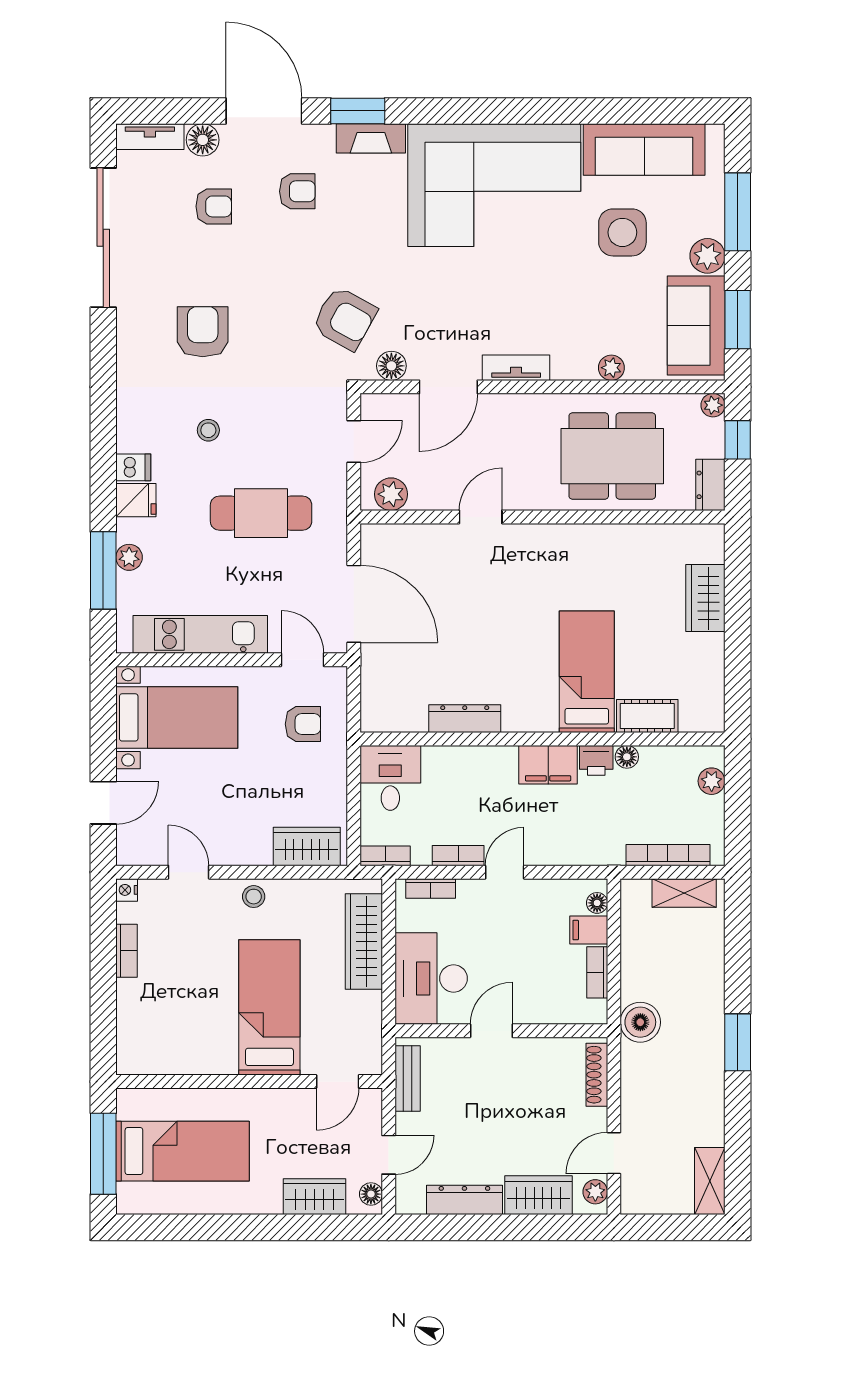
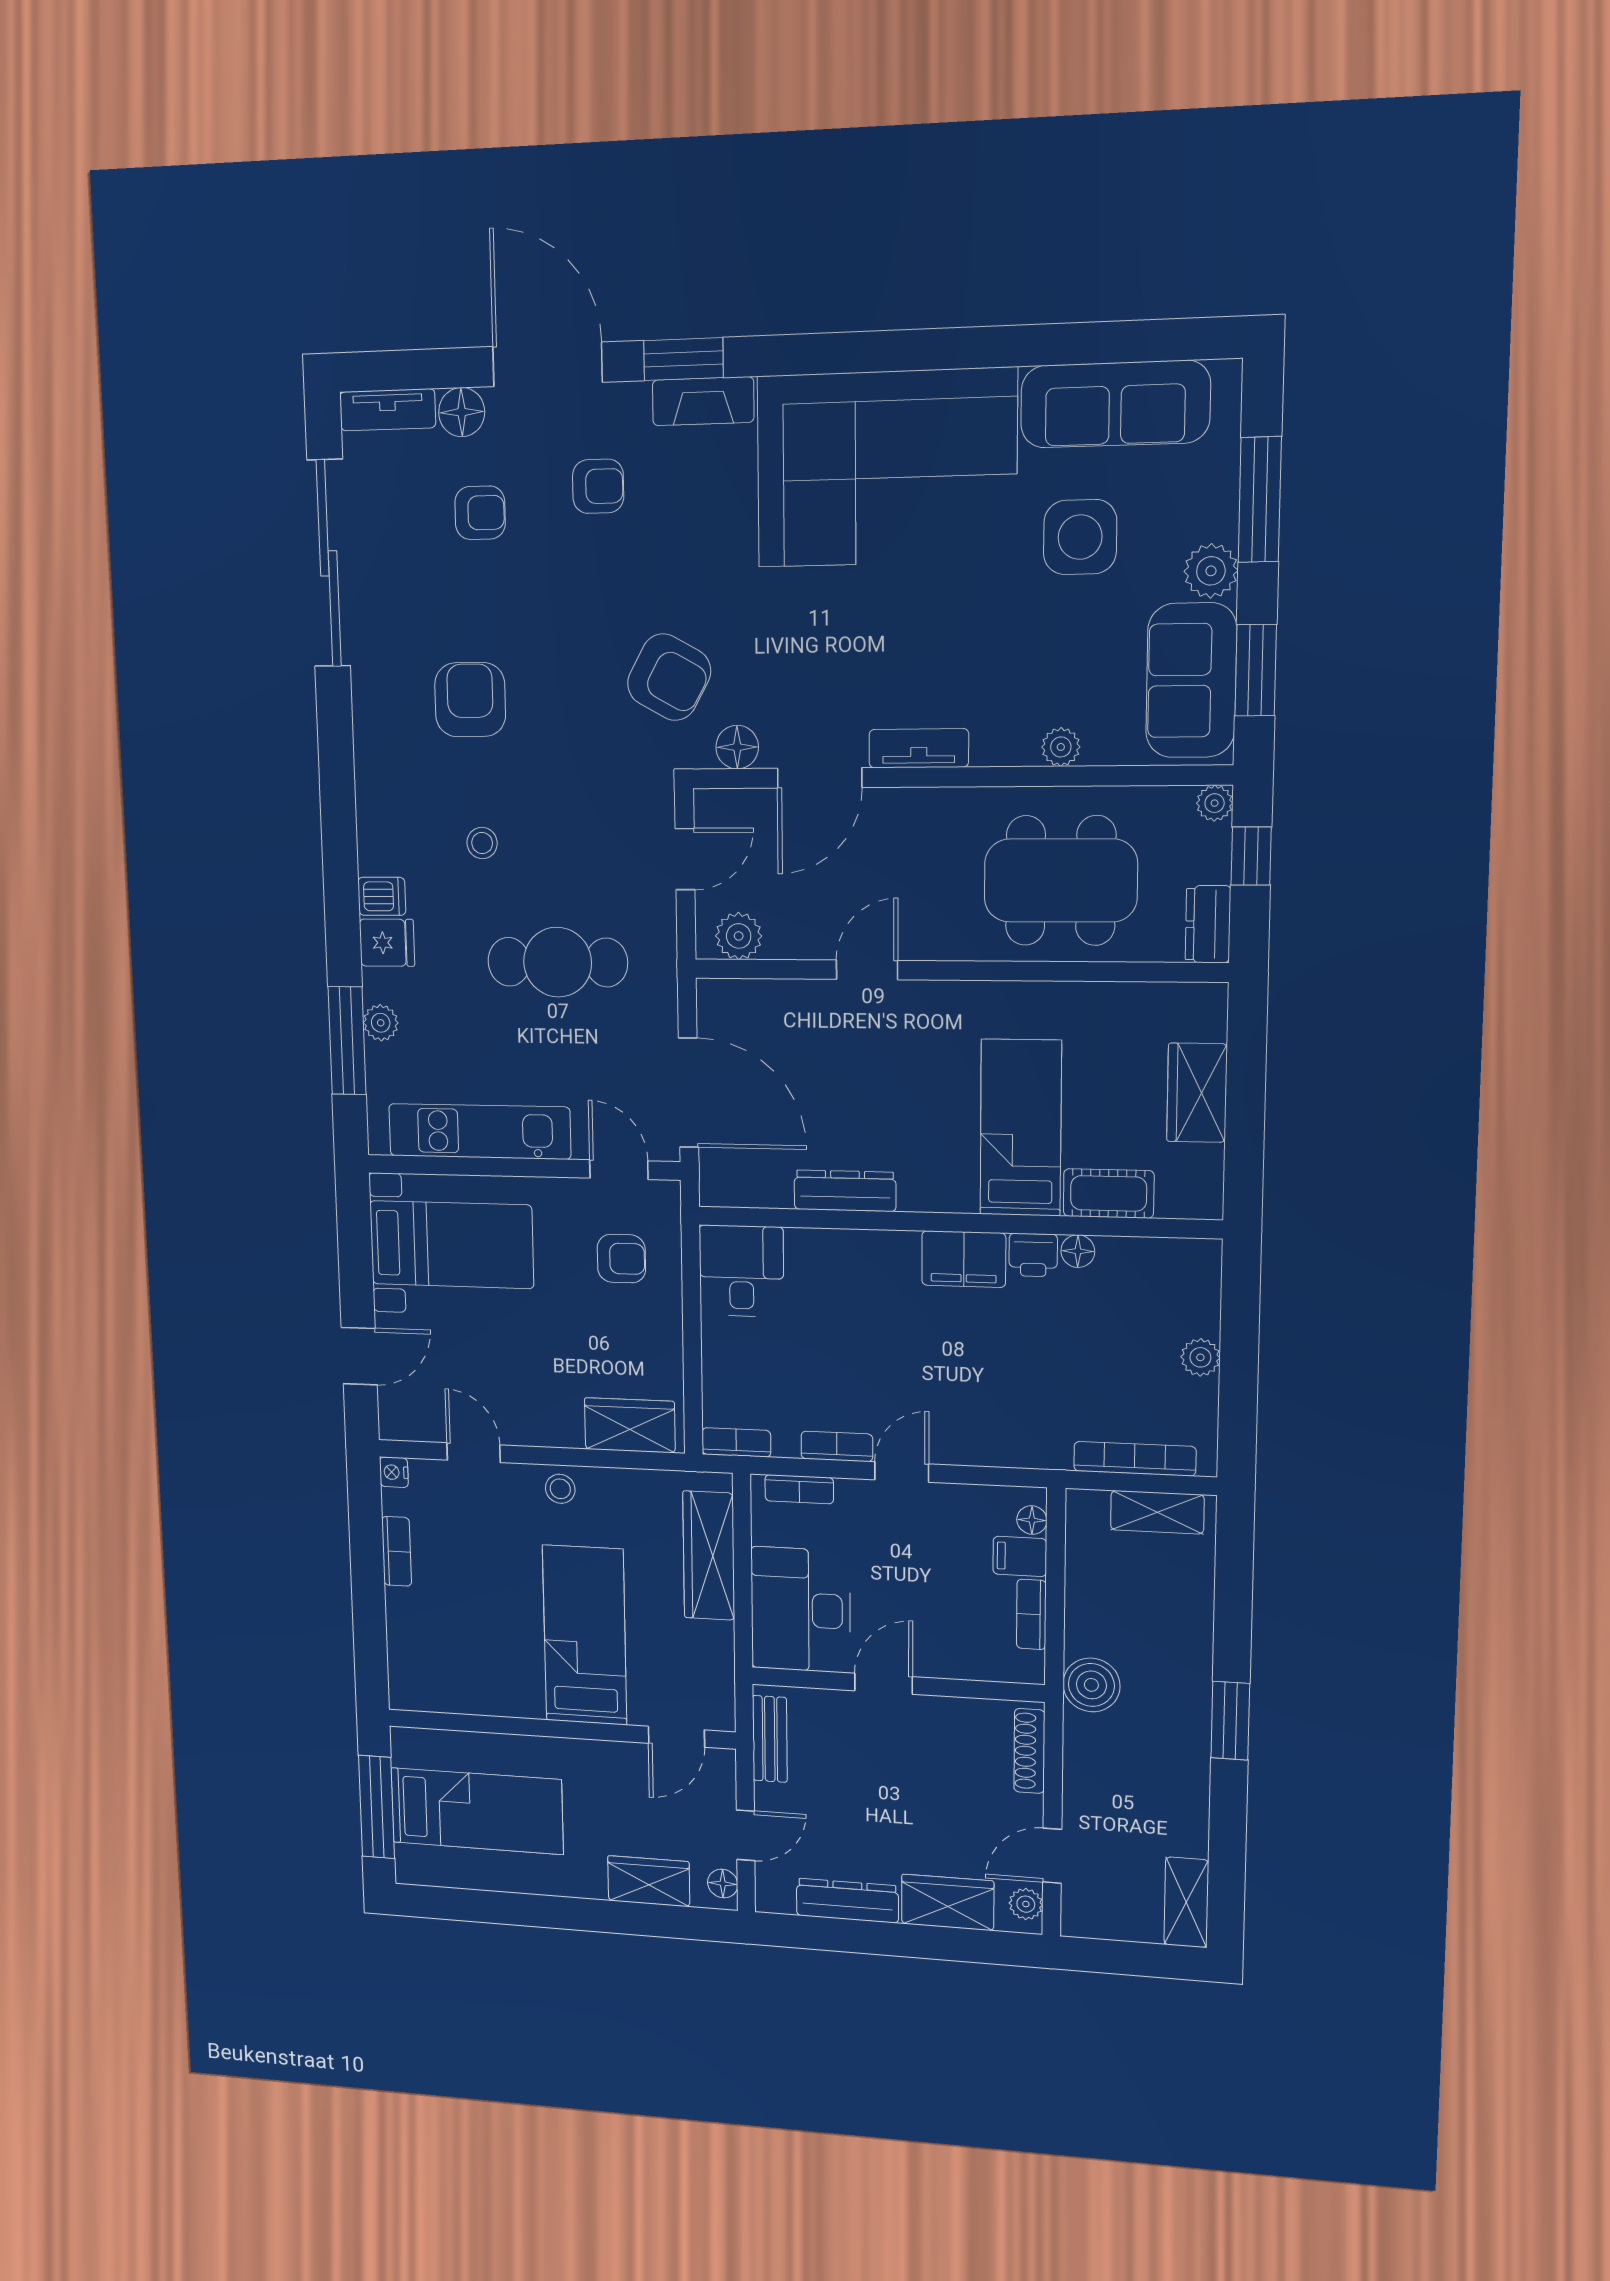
bed: (587, 672) -> (1021, 1128), moved
cot: (647, 716) -> (1109, 1193), moved
dresser: (465, 719) -> (845, 1191), moved
wall: (543, 739) -> (956, 1222), moved
floor lamp: (627, 757) -> (1078, 1251), moved
printer: (596, 760) -> (1033, 1255), moved
filing cabinet: (548, 765) -> (964, 1259), moved
desk: (390, 778) -> (741, 1271), moved

